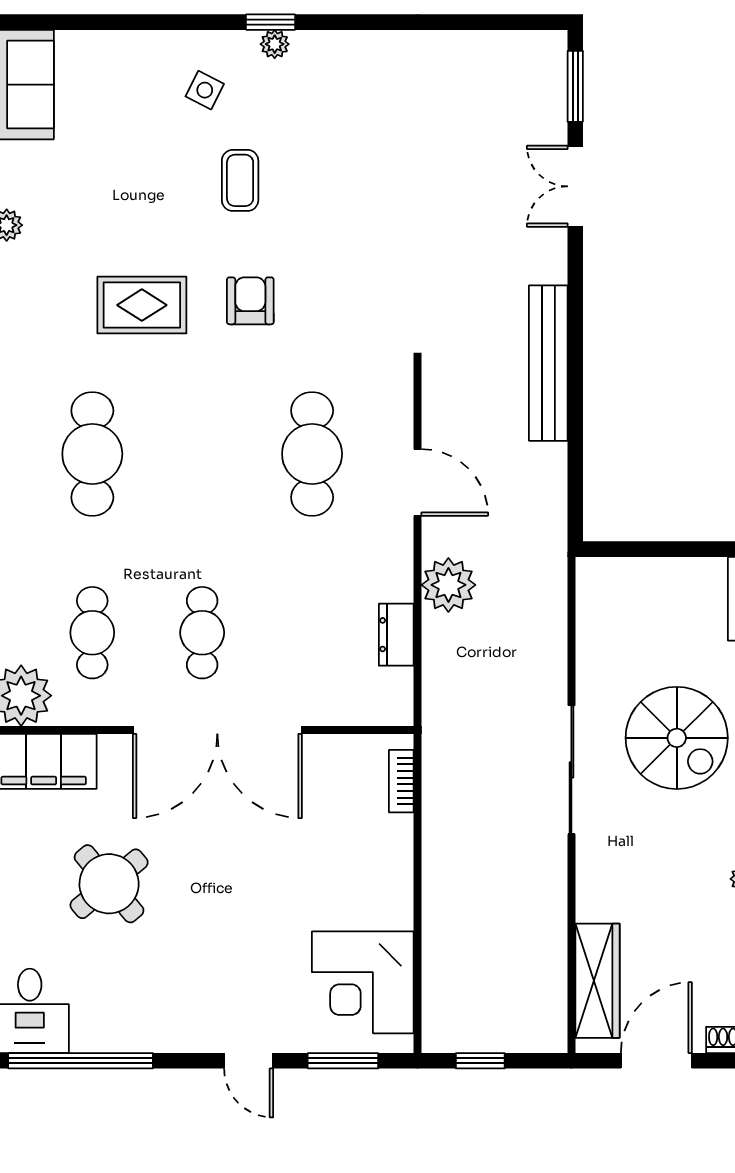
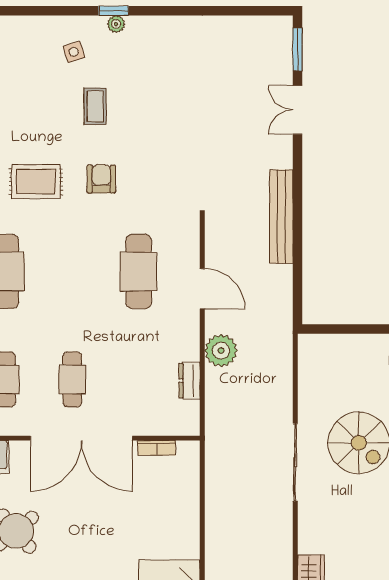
side table: (205, 90) -> (74, 52), turned 45
bookcase: (401, 781) -> (157, 448), moved, turned -90

